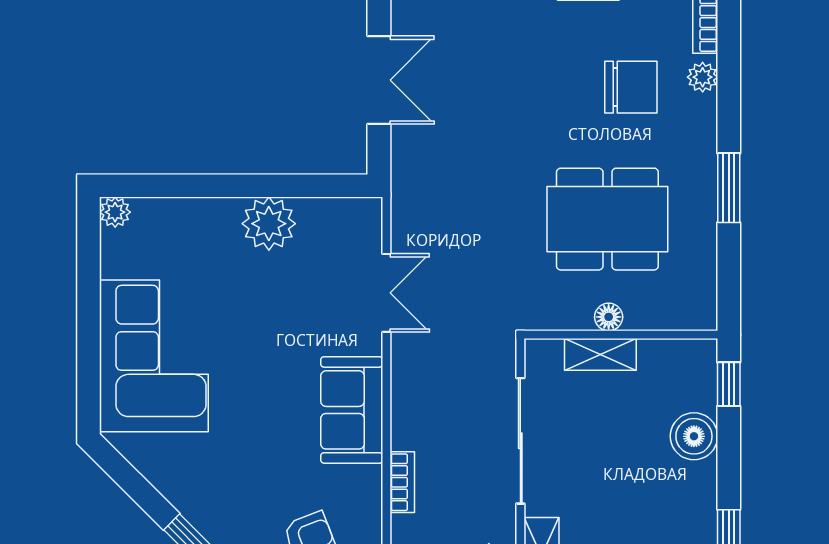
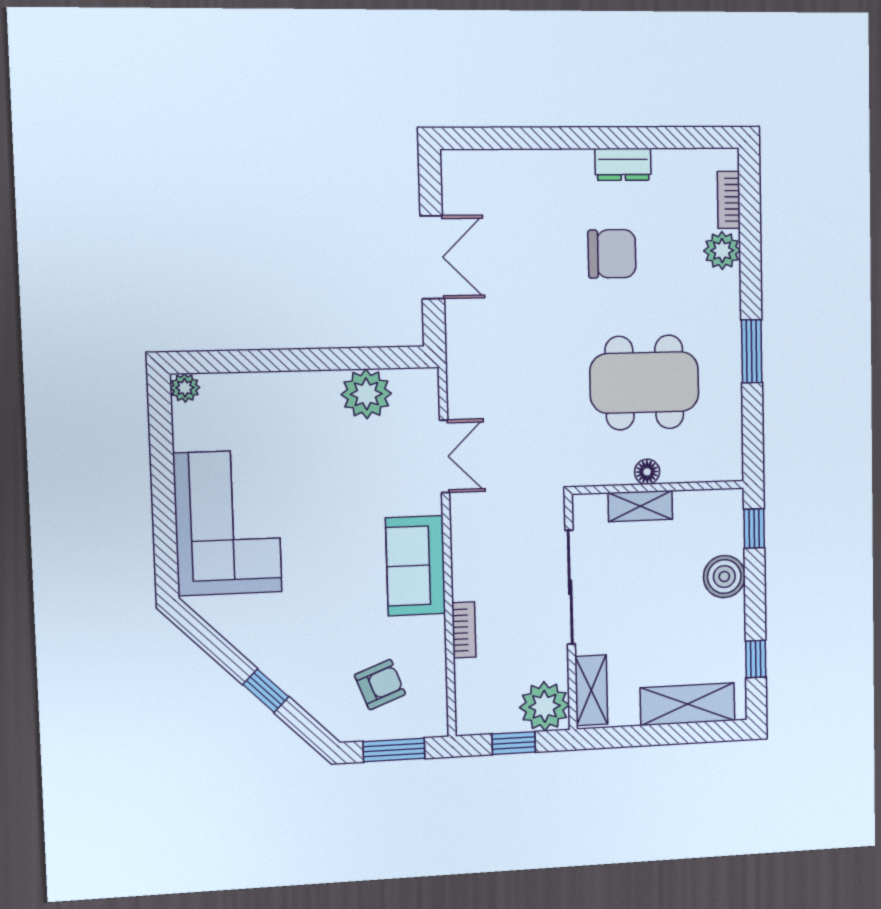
plant: (703, 77) -> (722, 250), width x1.38, depth x1.38
chair: (631, 87) -> (612, 254), moved
plant: (269, 224) -> (366, 394), moved

